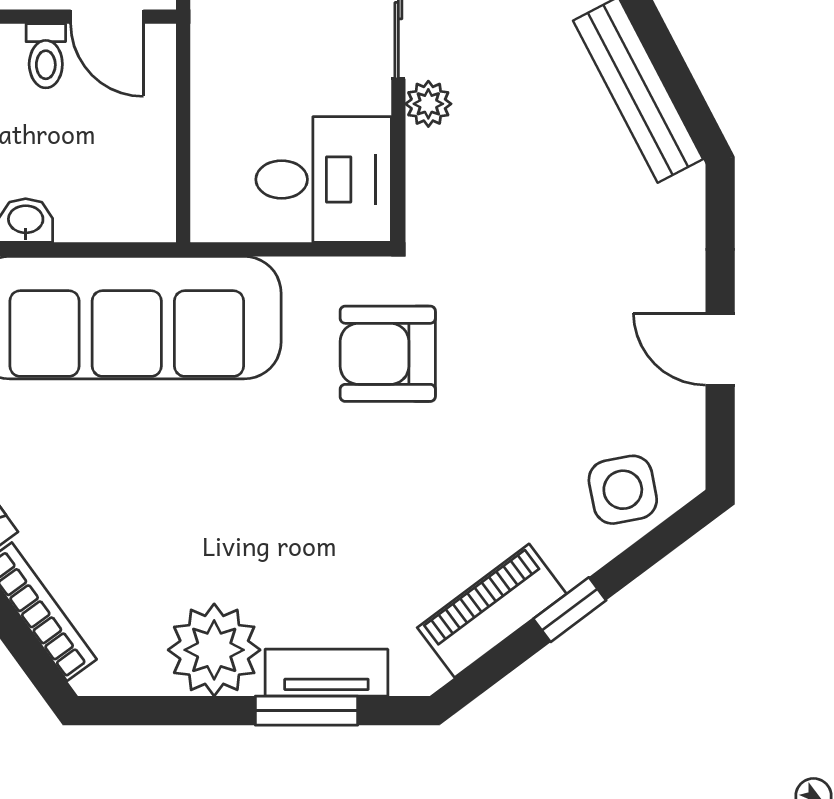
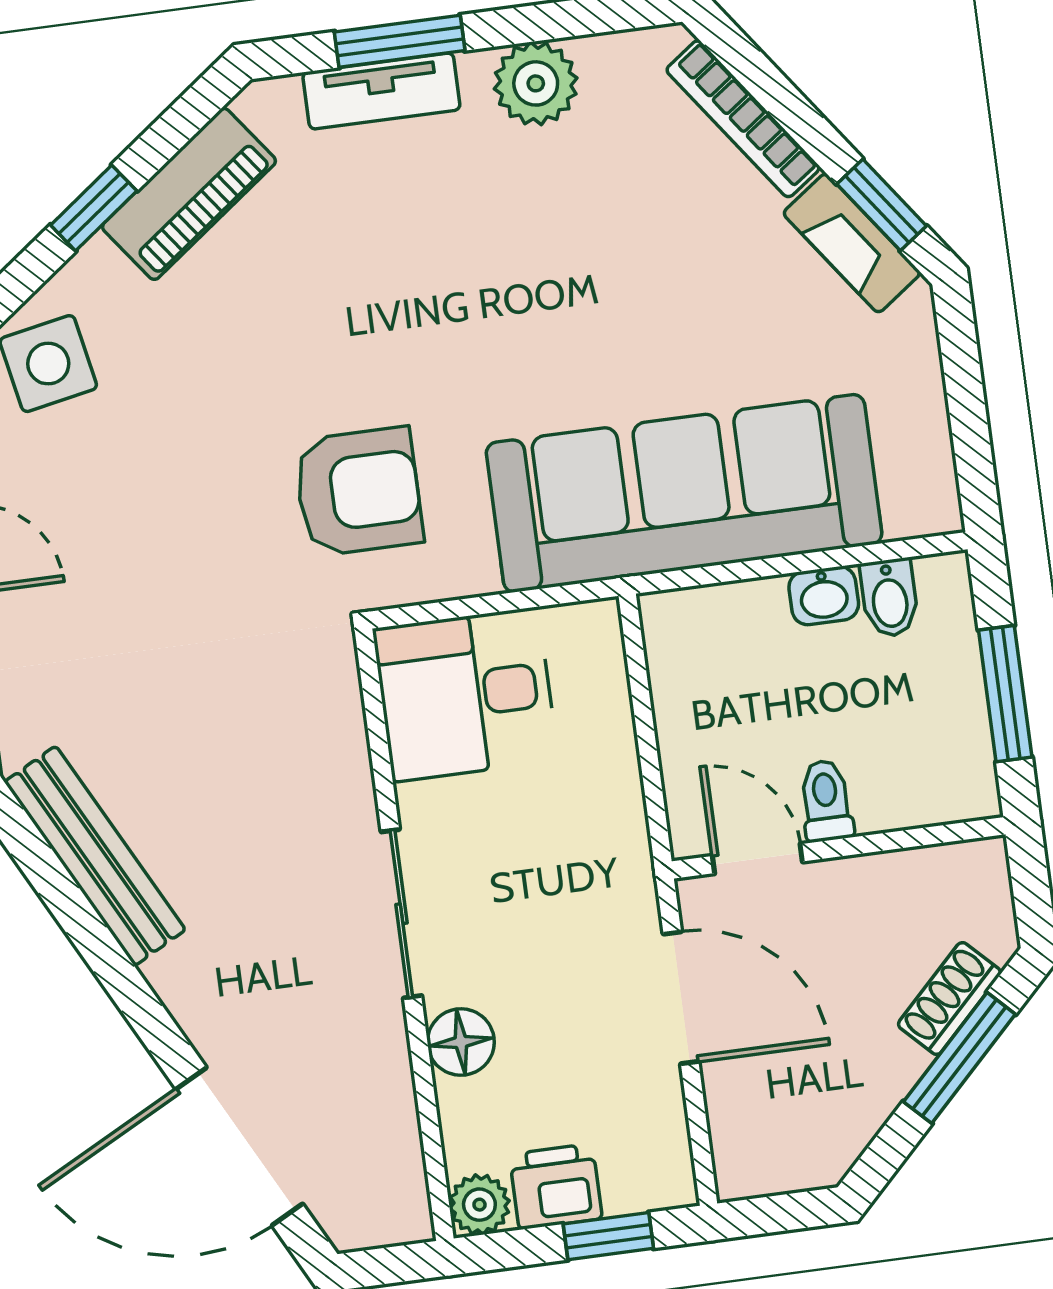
plant: (428, 104) -> (350, 804), removed
plant: (214, 650) -> (536, 83), width x0.73, depth x0.73

